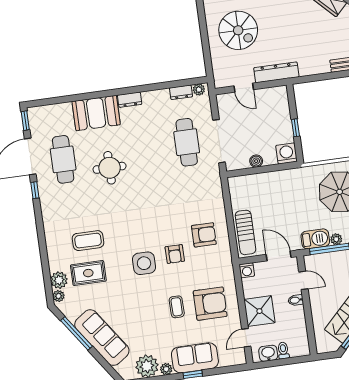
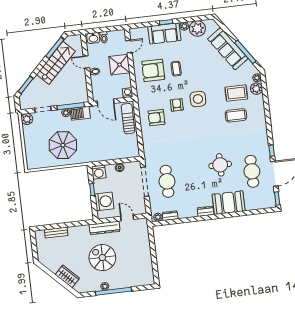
spiral stairs: (238, 30) -> (102, 258), moved
washing machine: (278, 111) -> (104, 201), added
door: (303, 280) -> (86, 62), moved
washbasin: (268, 353) -> (93, 38), moved

